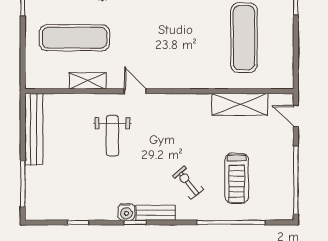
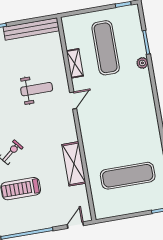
shelving: (240, 104) -> (74, 164), moved
weight bench: (112, 136) -> (37, 89), turned 180

